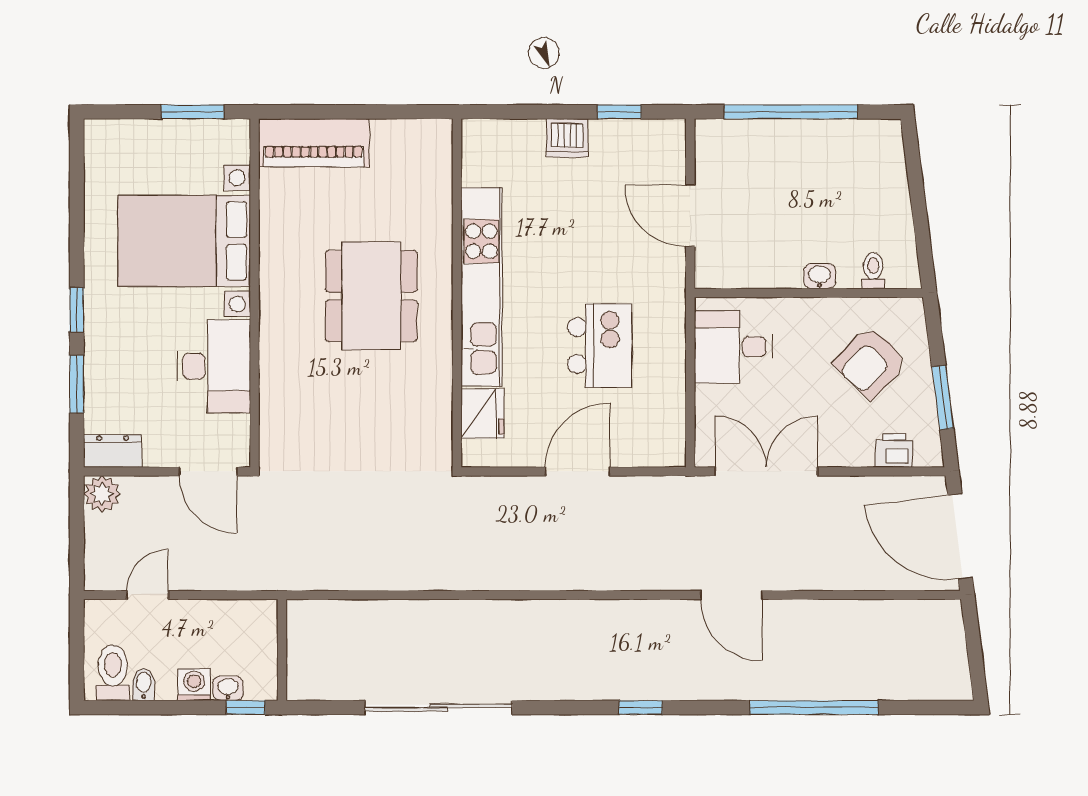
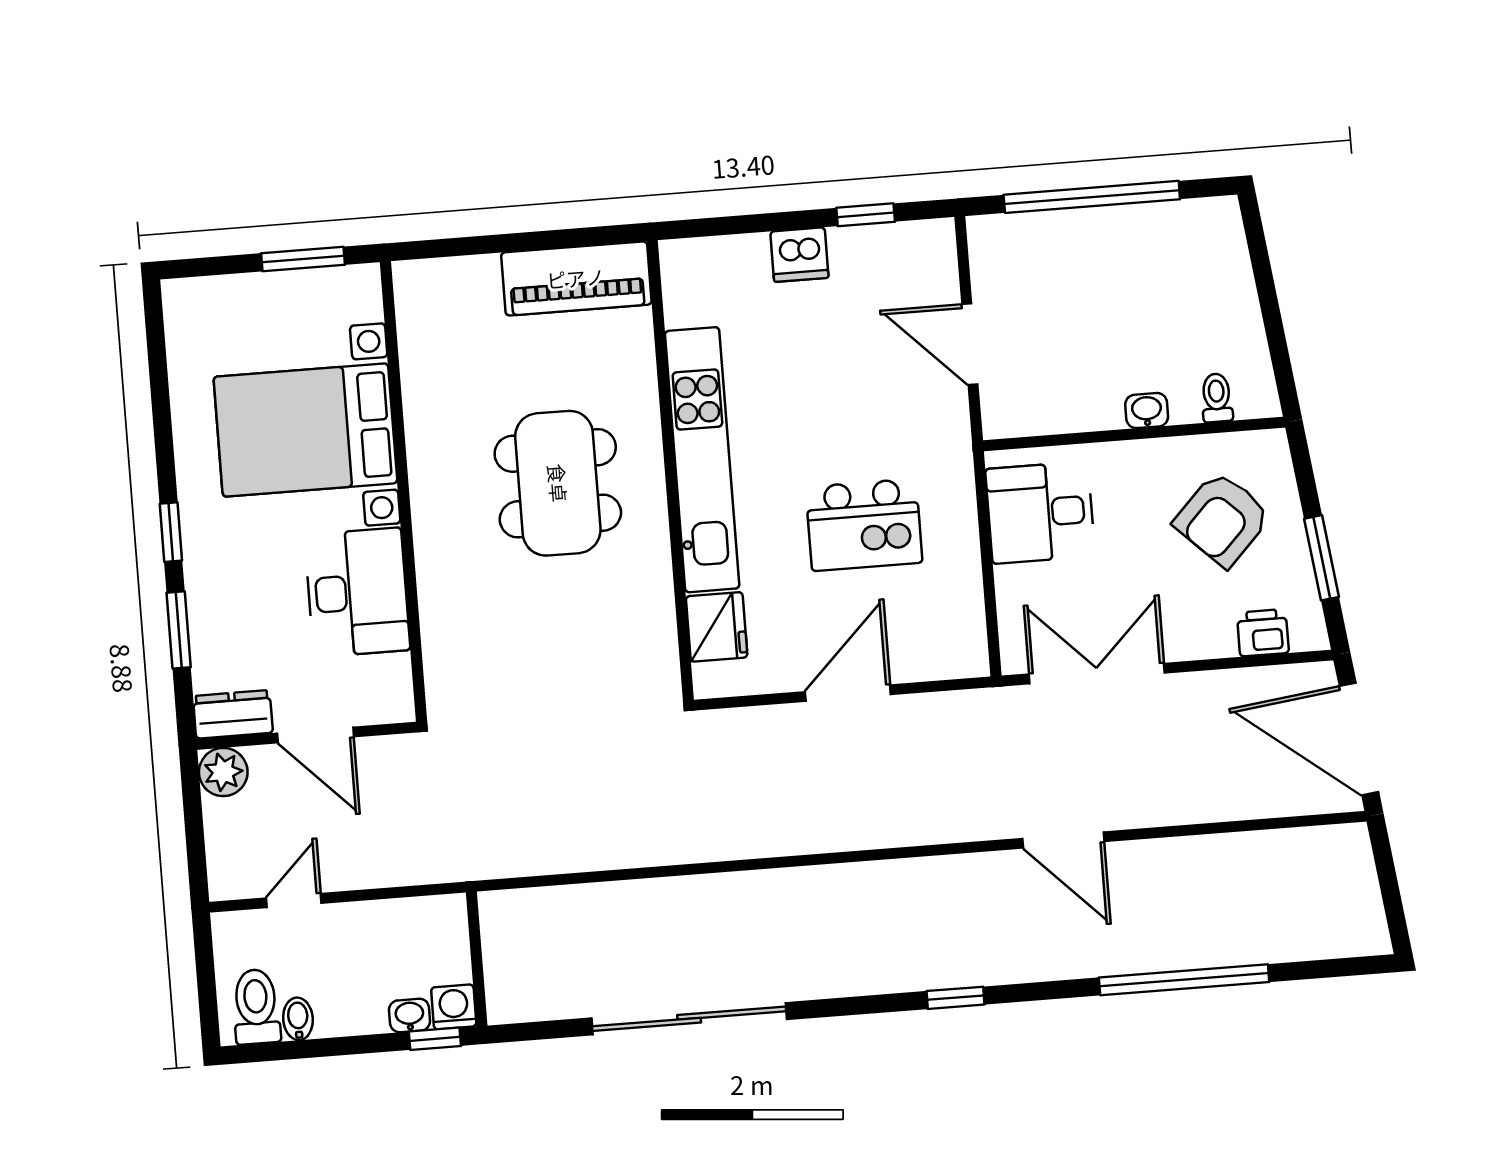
piano: (314, 143) -> (576, 278), moved
kitchen island: (600, 345) -> (864, 525), turned 90
door: (208, 471) -> (315, 735), moved
washing machine: (194, 685) -> (454, 1007), moved

